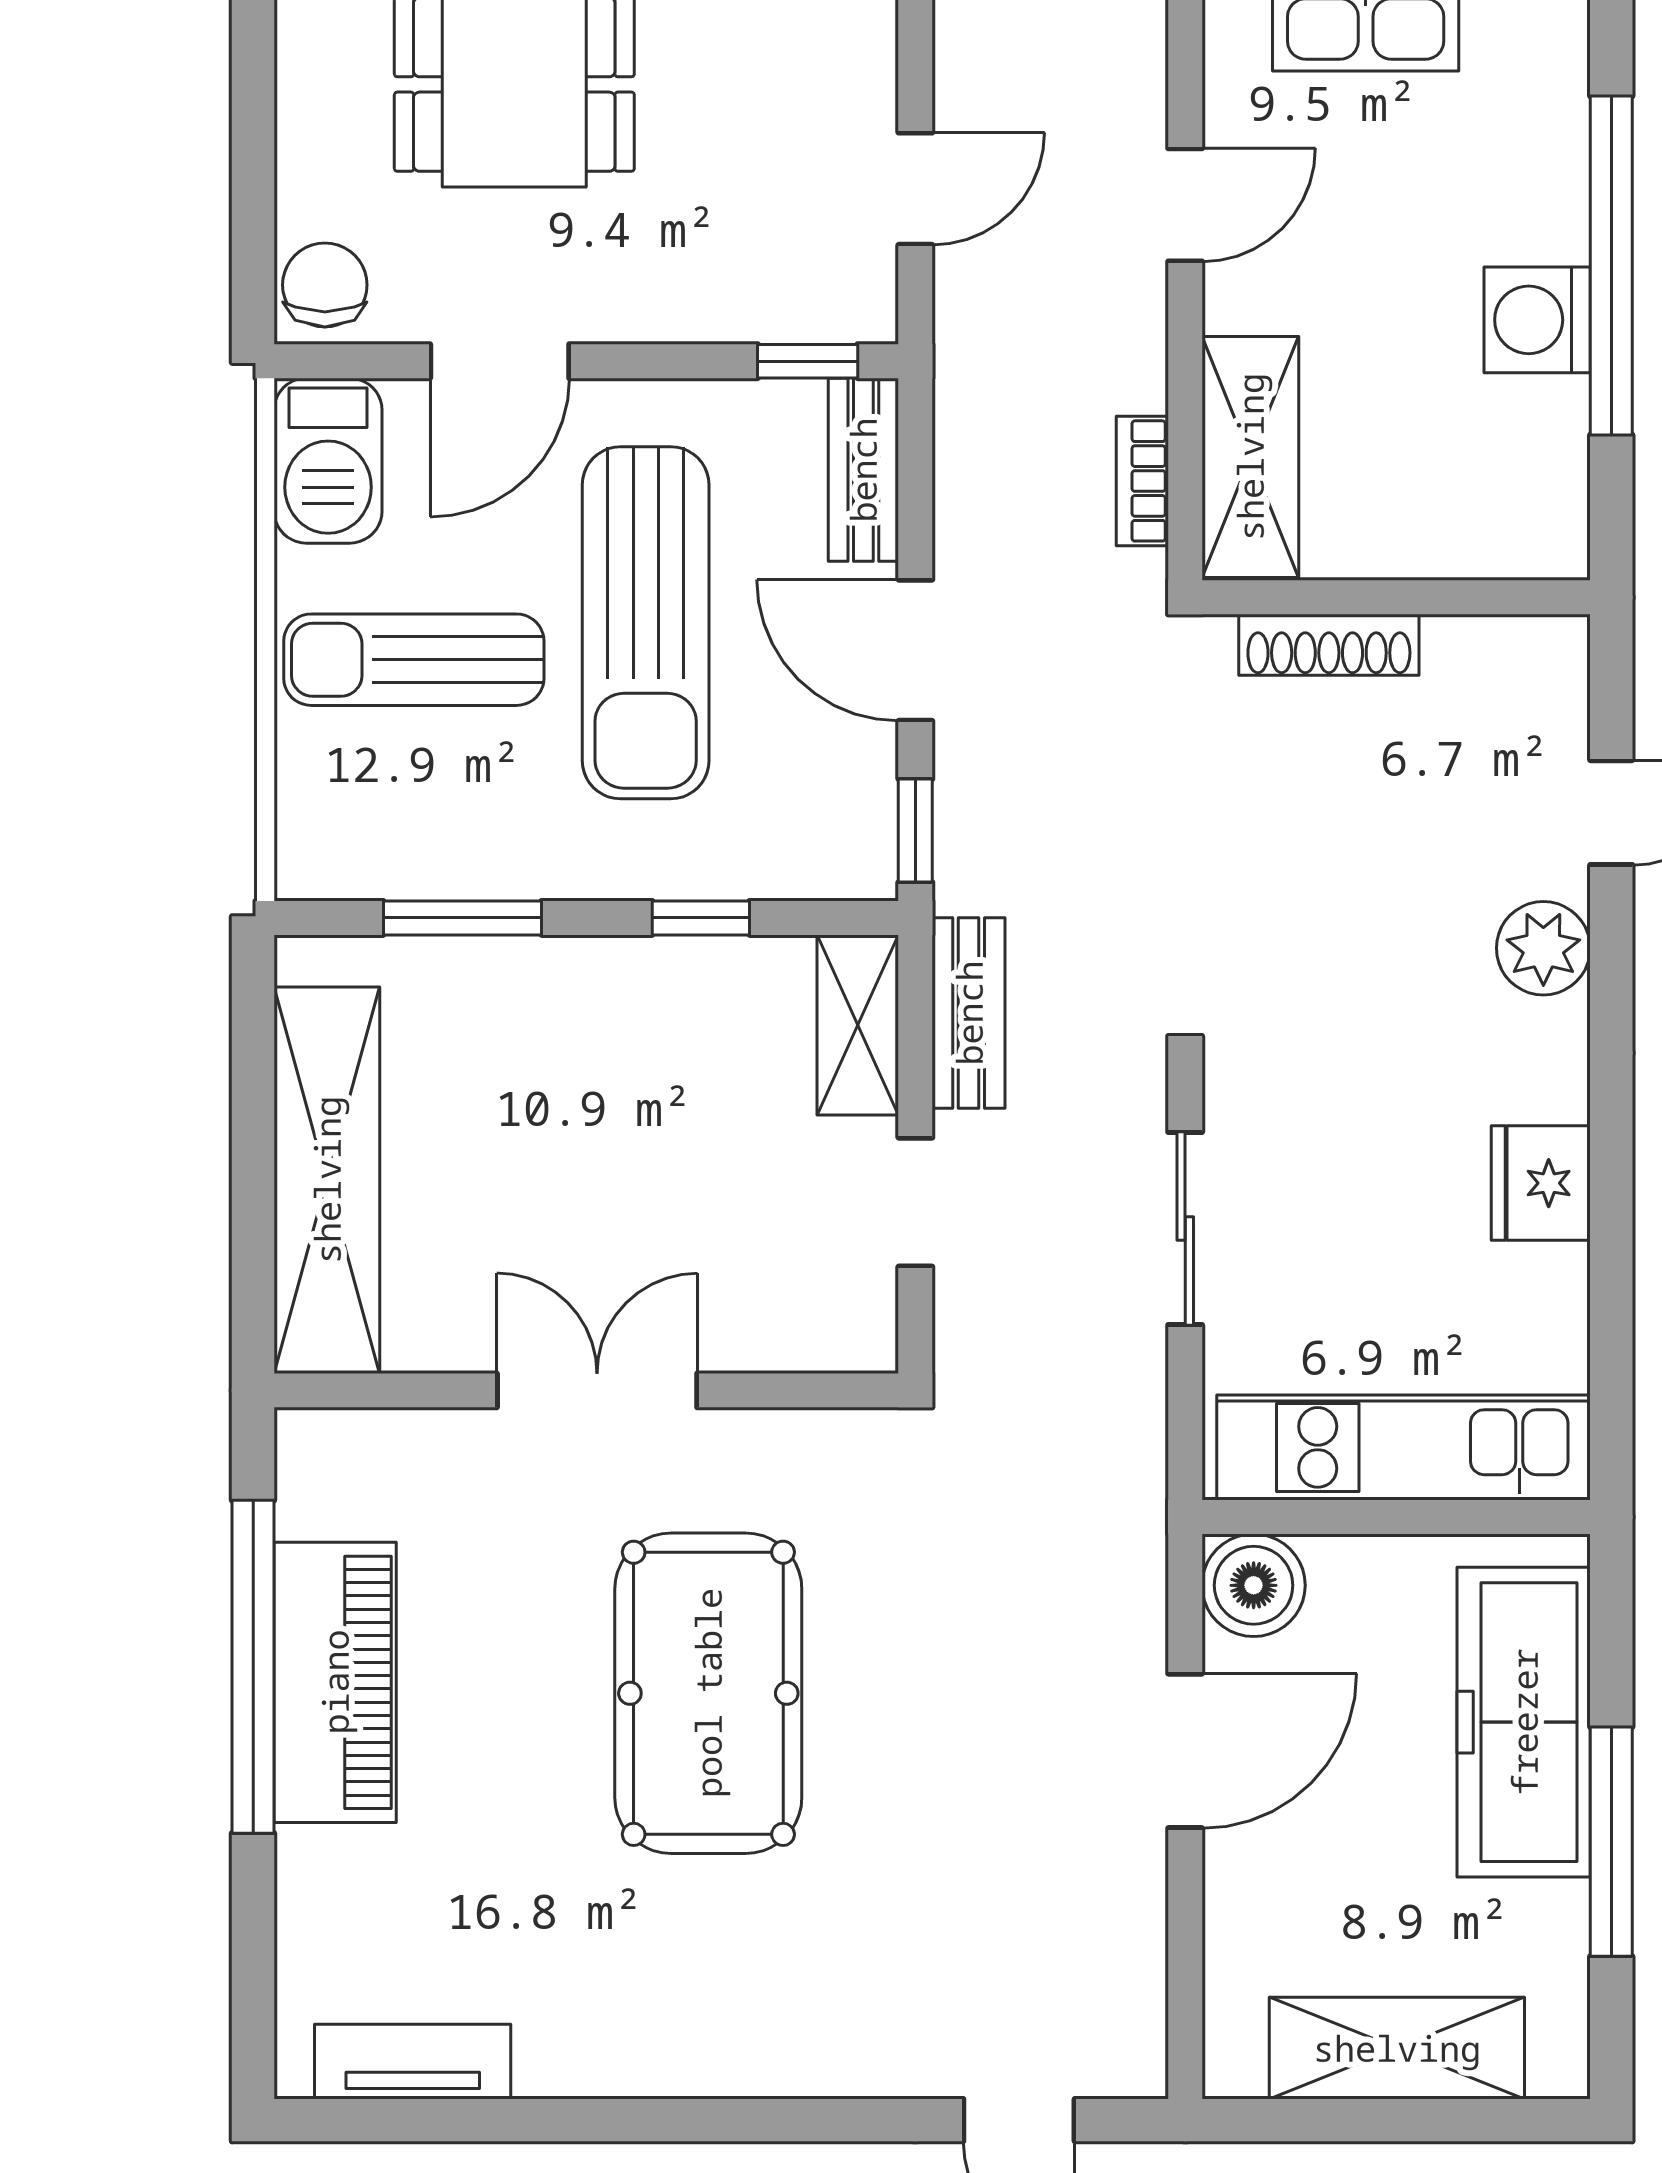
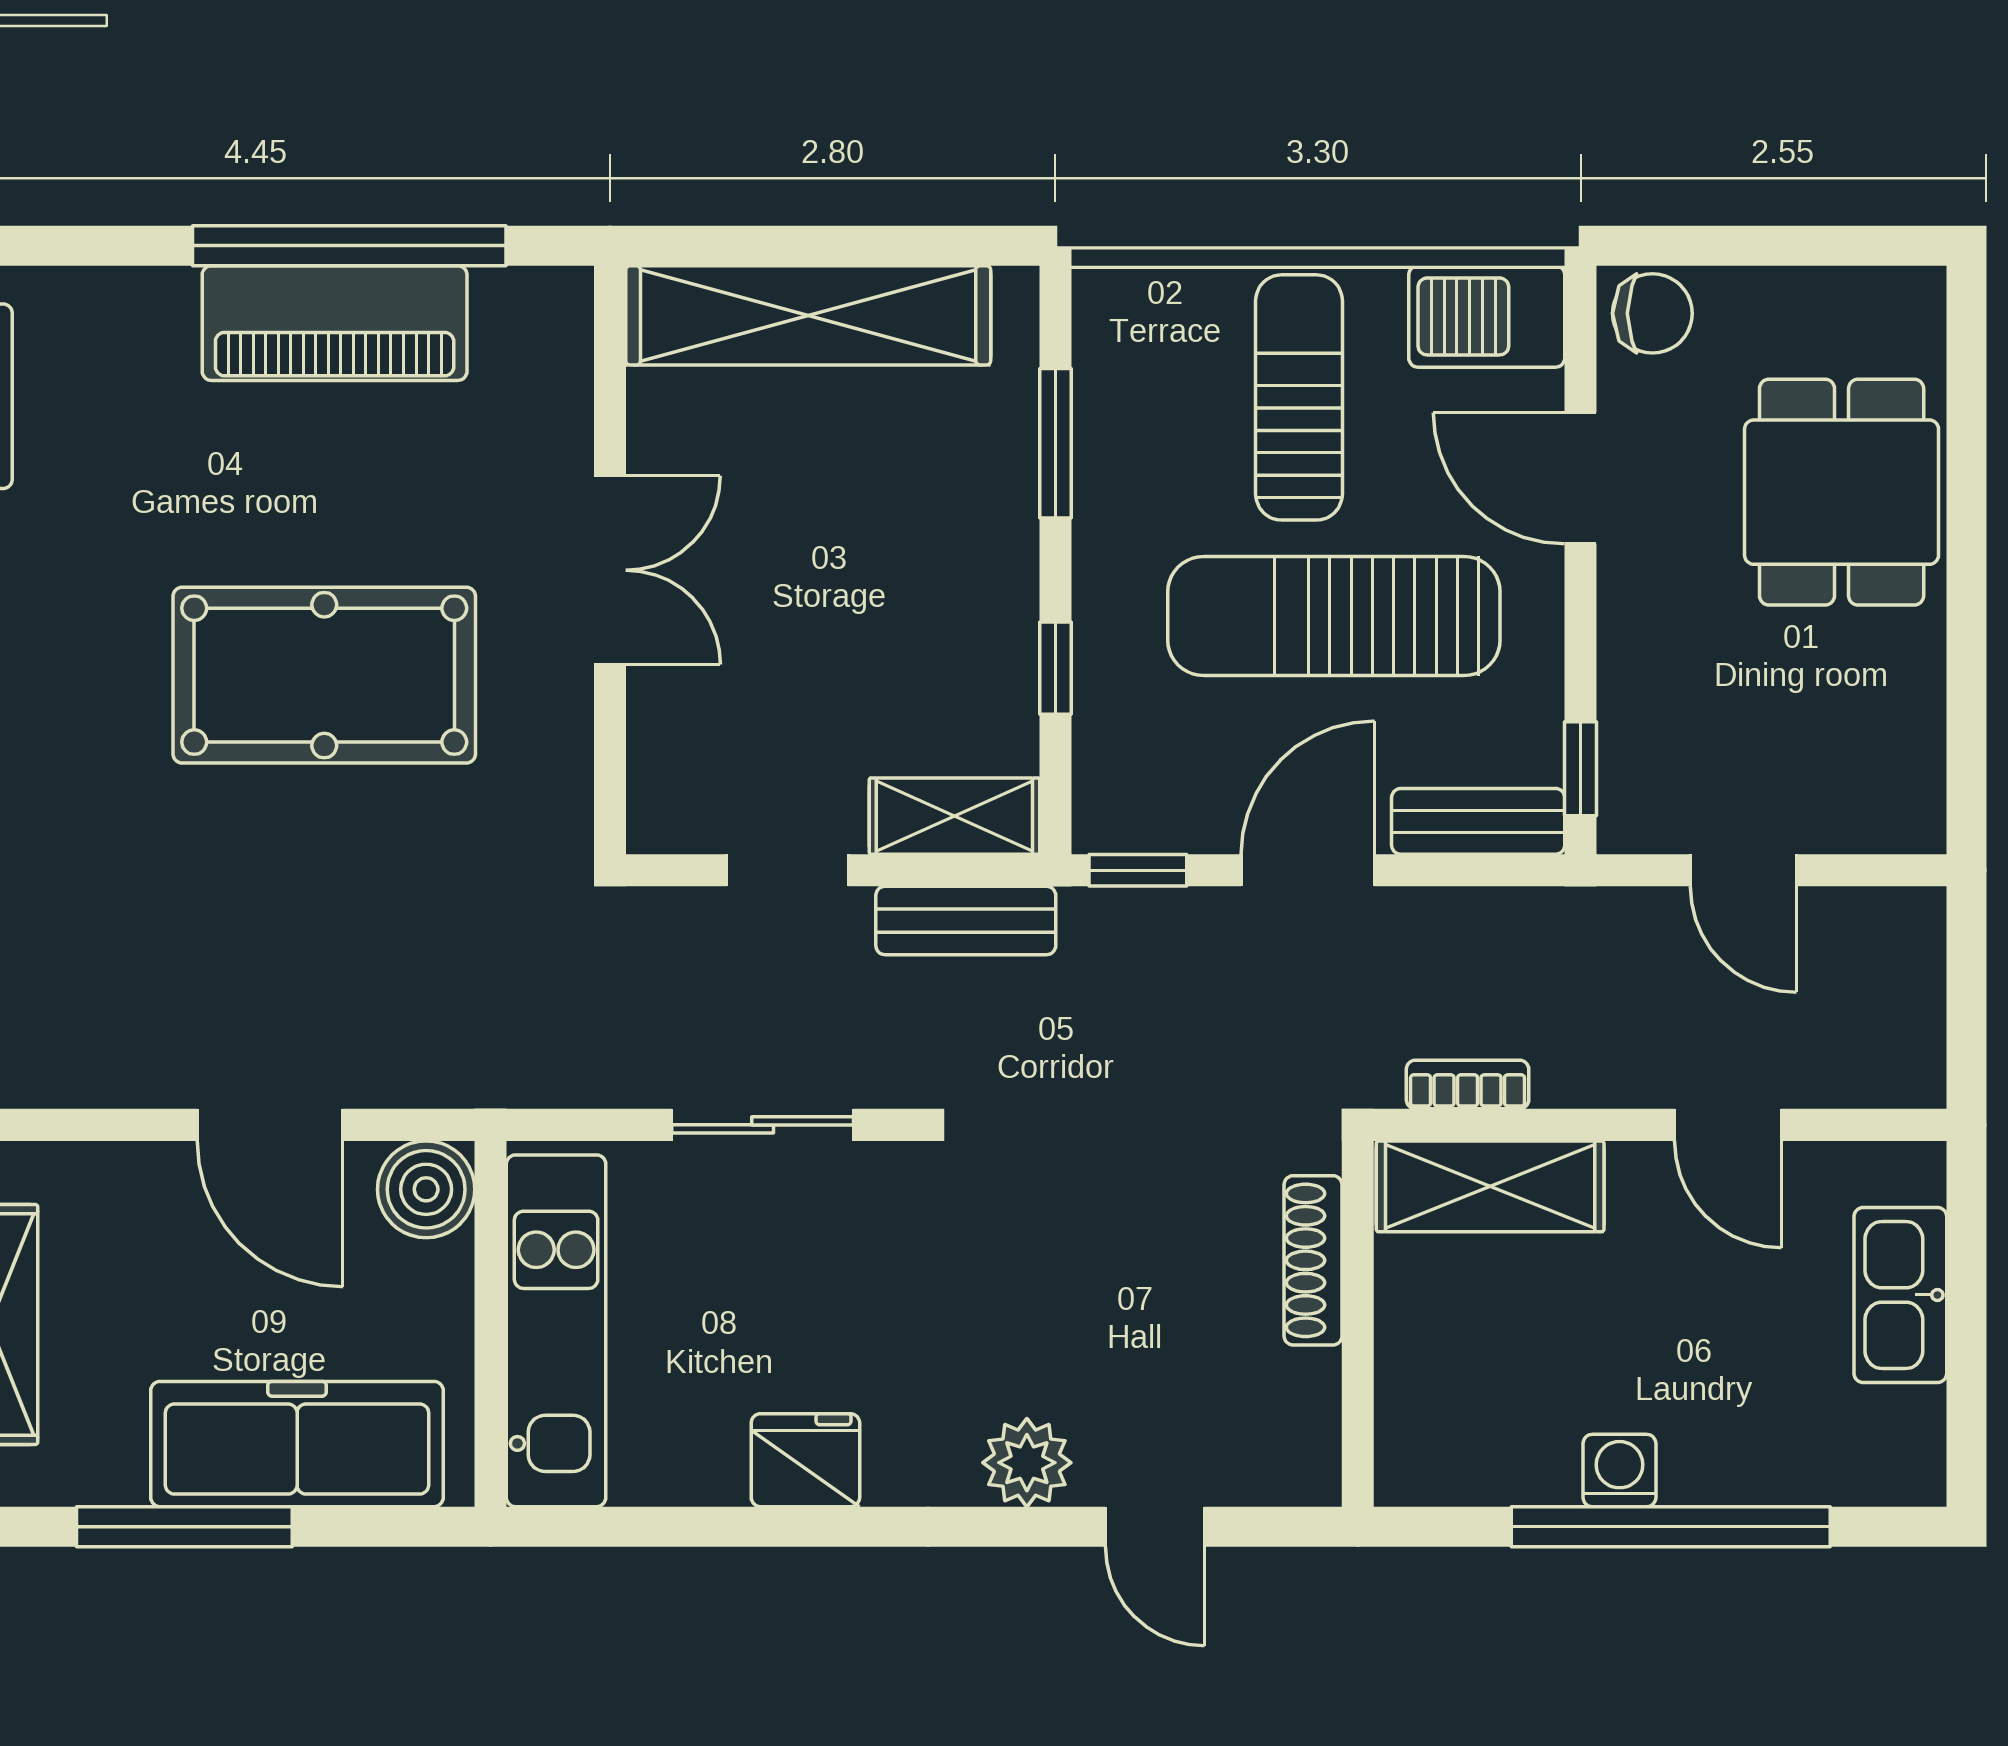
washing machine: (1537, 320) -> (1619, 1470), width x0.73, depth x0.73

